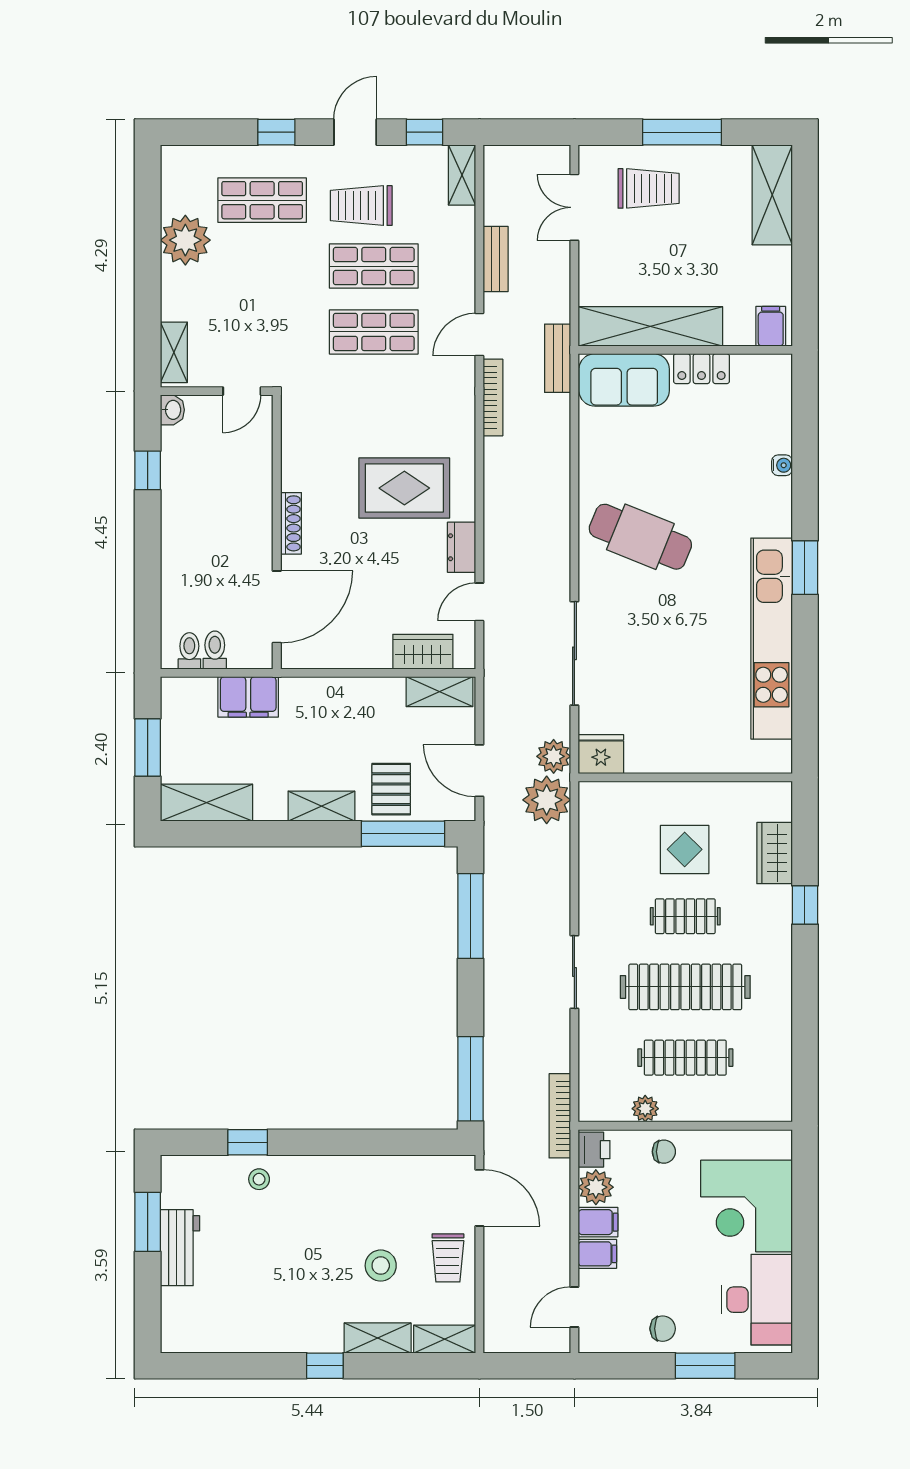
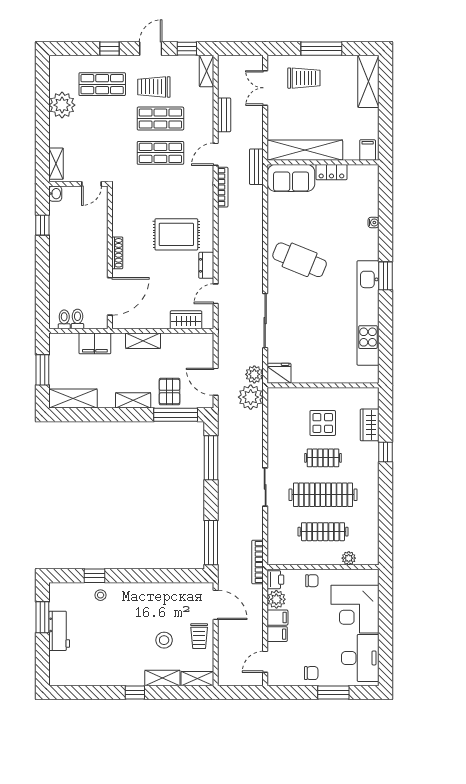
shelving: (439, 692) -> (143, 341), moved
plant: (645, 1109) -> (349, 558), moved

